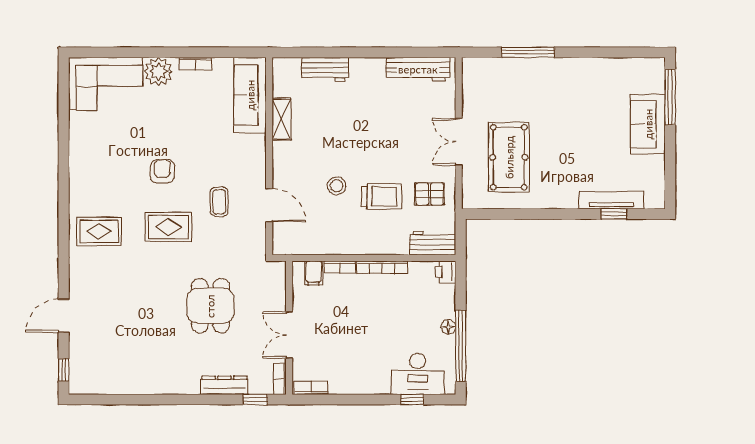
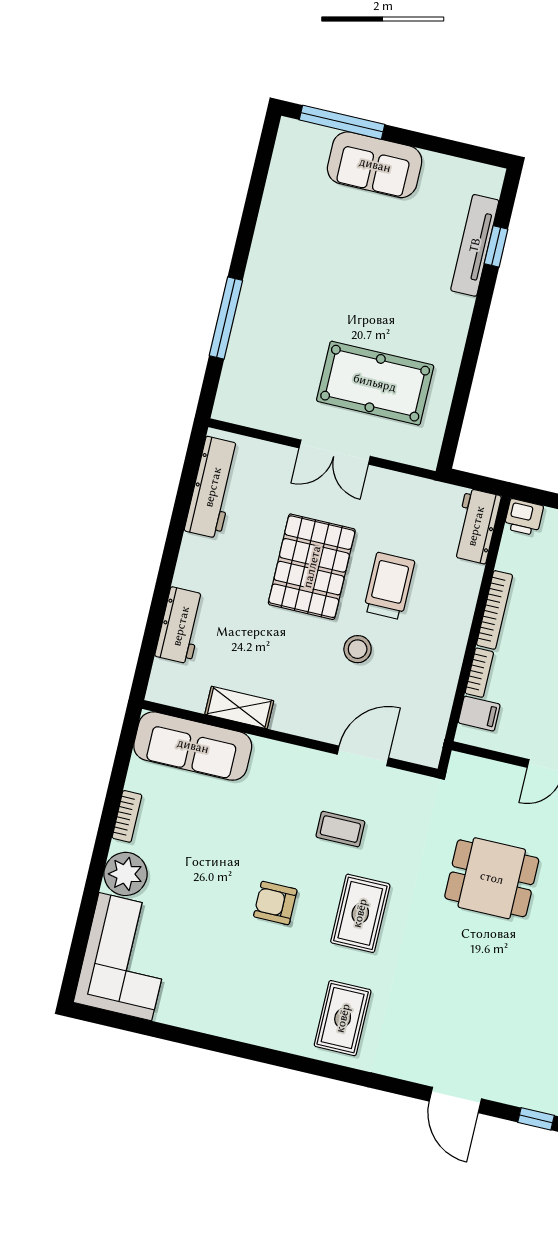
pallet: (430, 194) -> (312, 567), moved, width x2.05, depth x2.00

